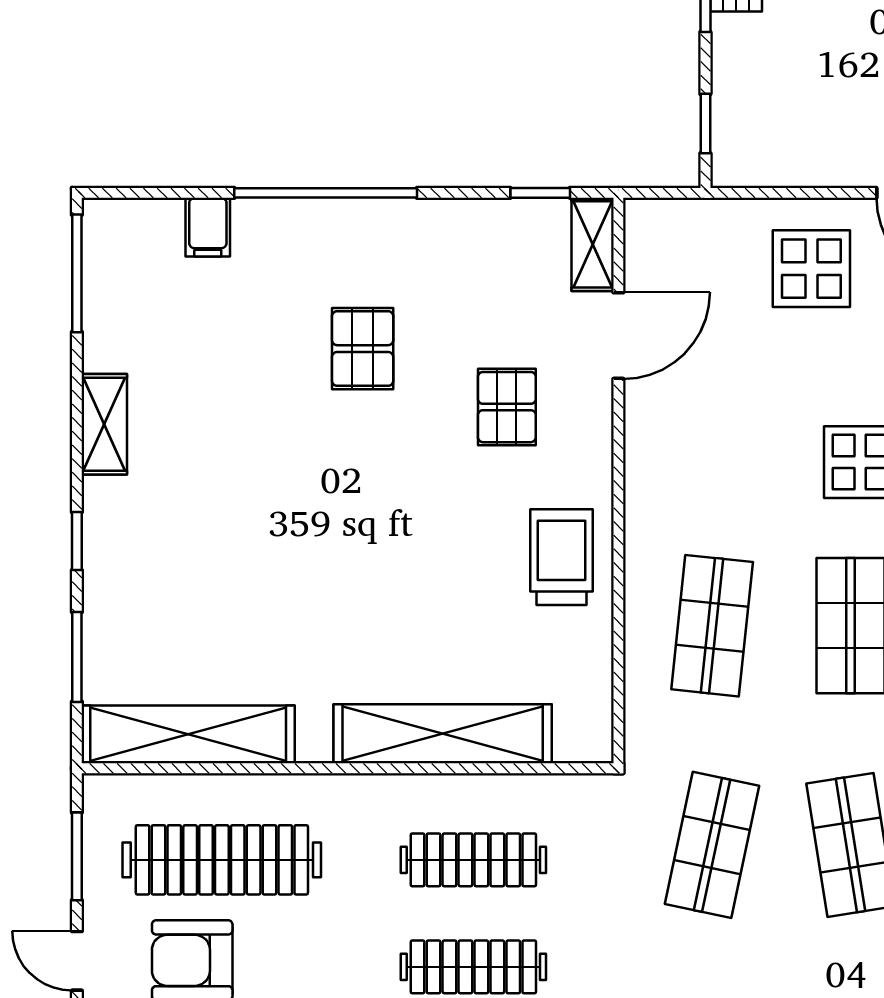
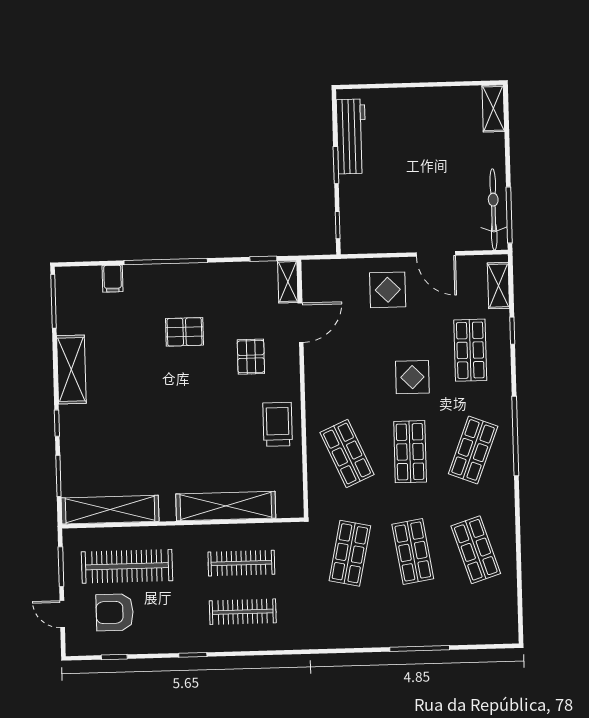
pallet: (363, 349) -> (184, 332), turned 90
shelving: (104, 424) -> (71, 369), width x1.50, depth x1.33
shop shelf: (712, 626) -> (347, 453), turned -30

